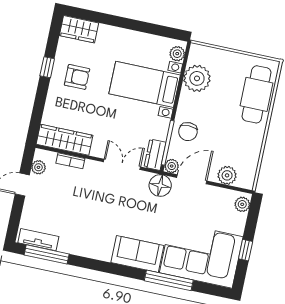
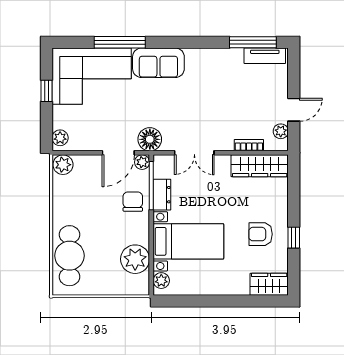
dresser: (155, 155) -> (162, 195), moved
plant: (227, 175) -> (63, 165), moved

